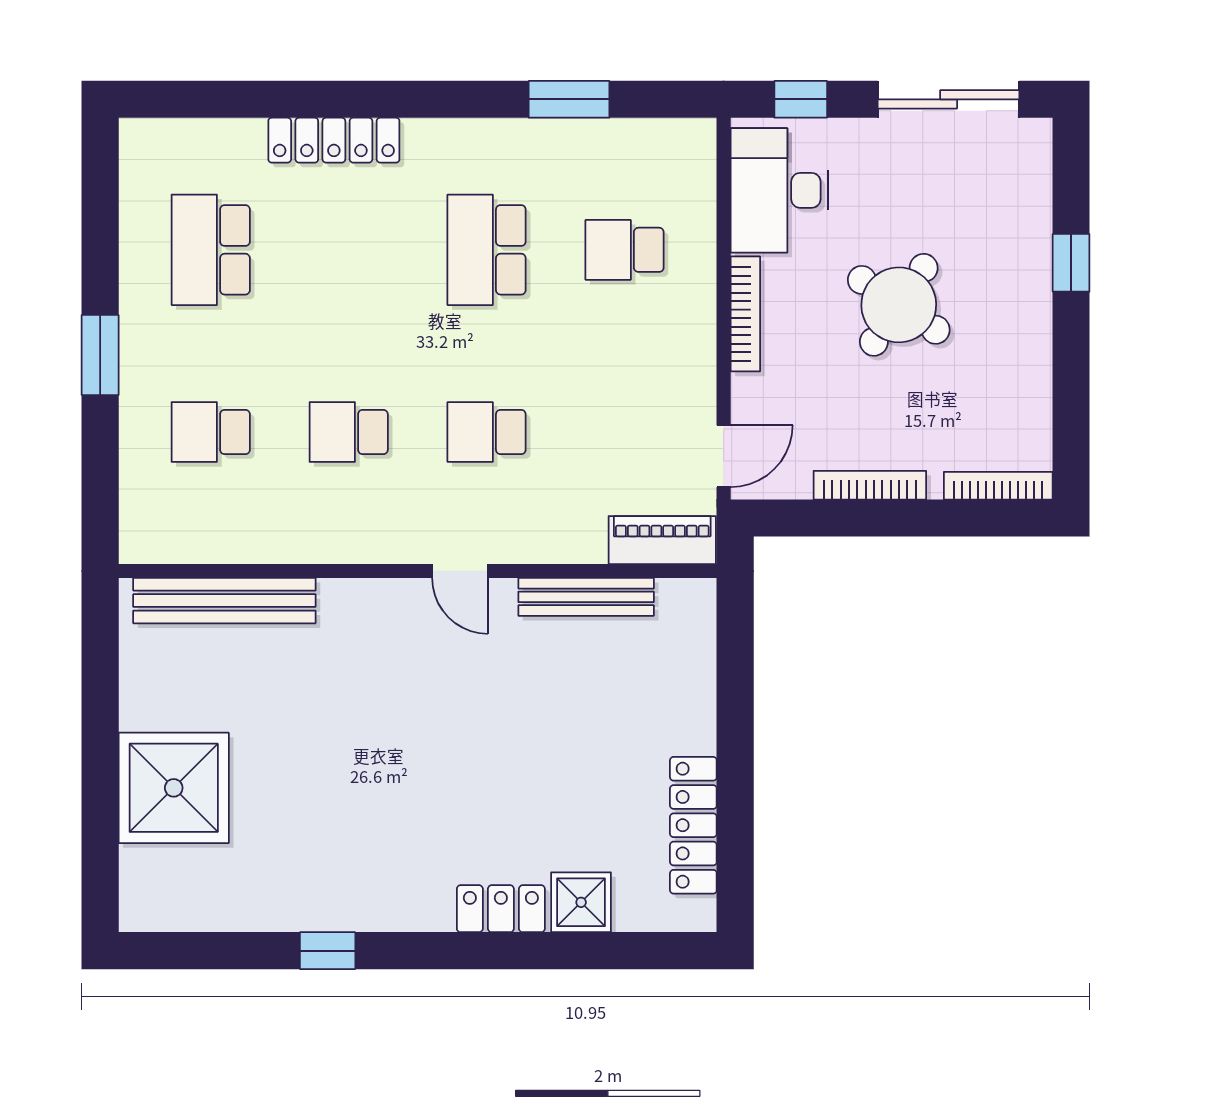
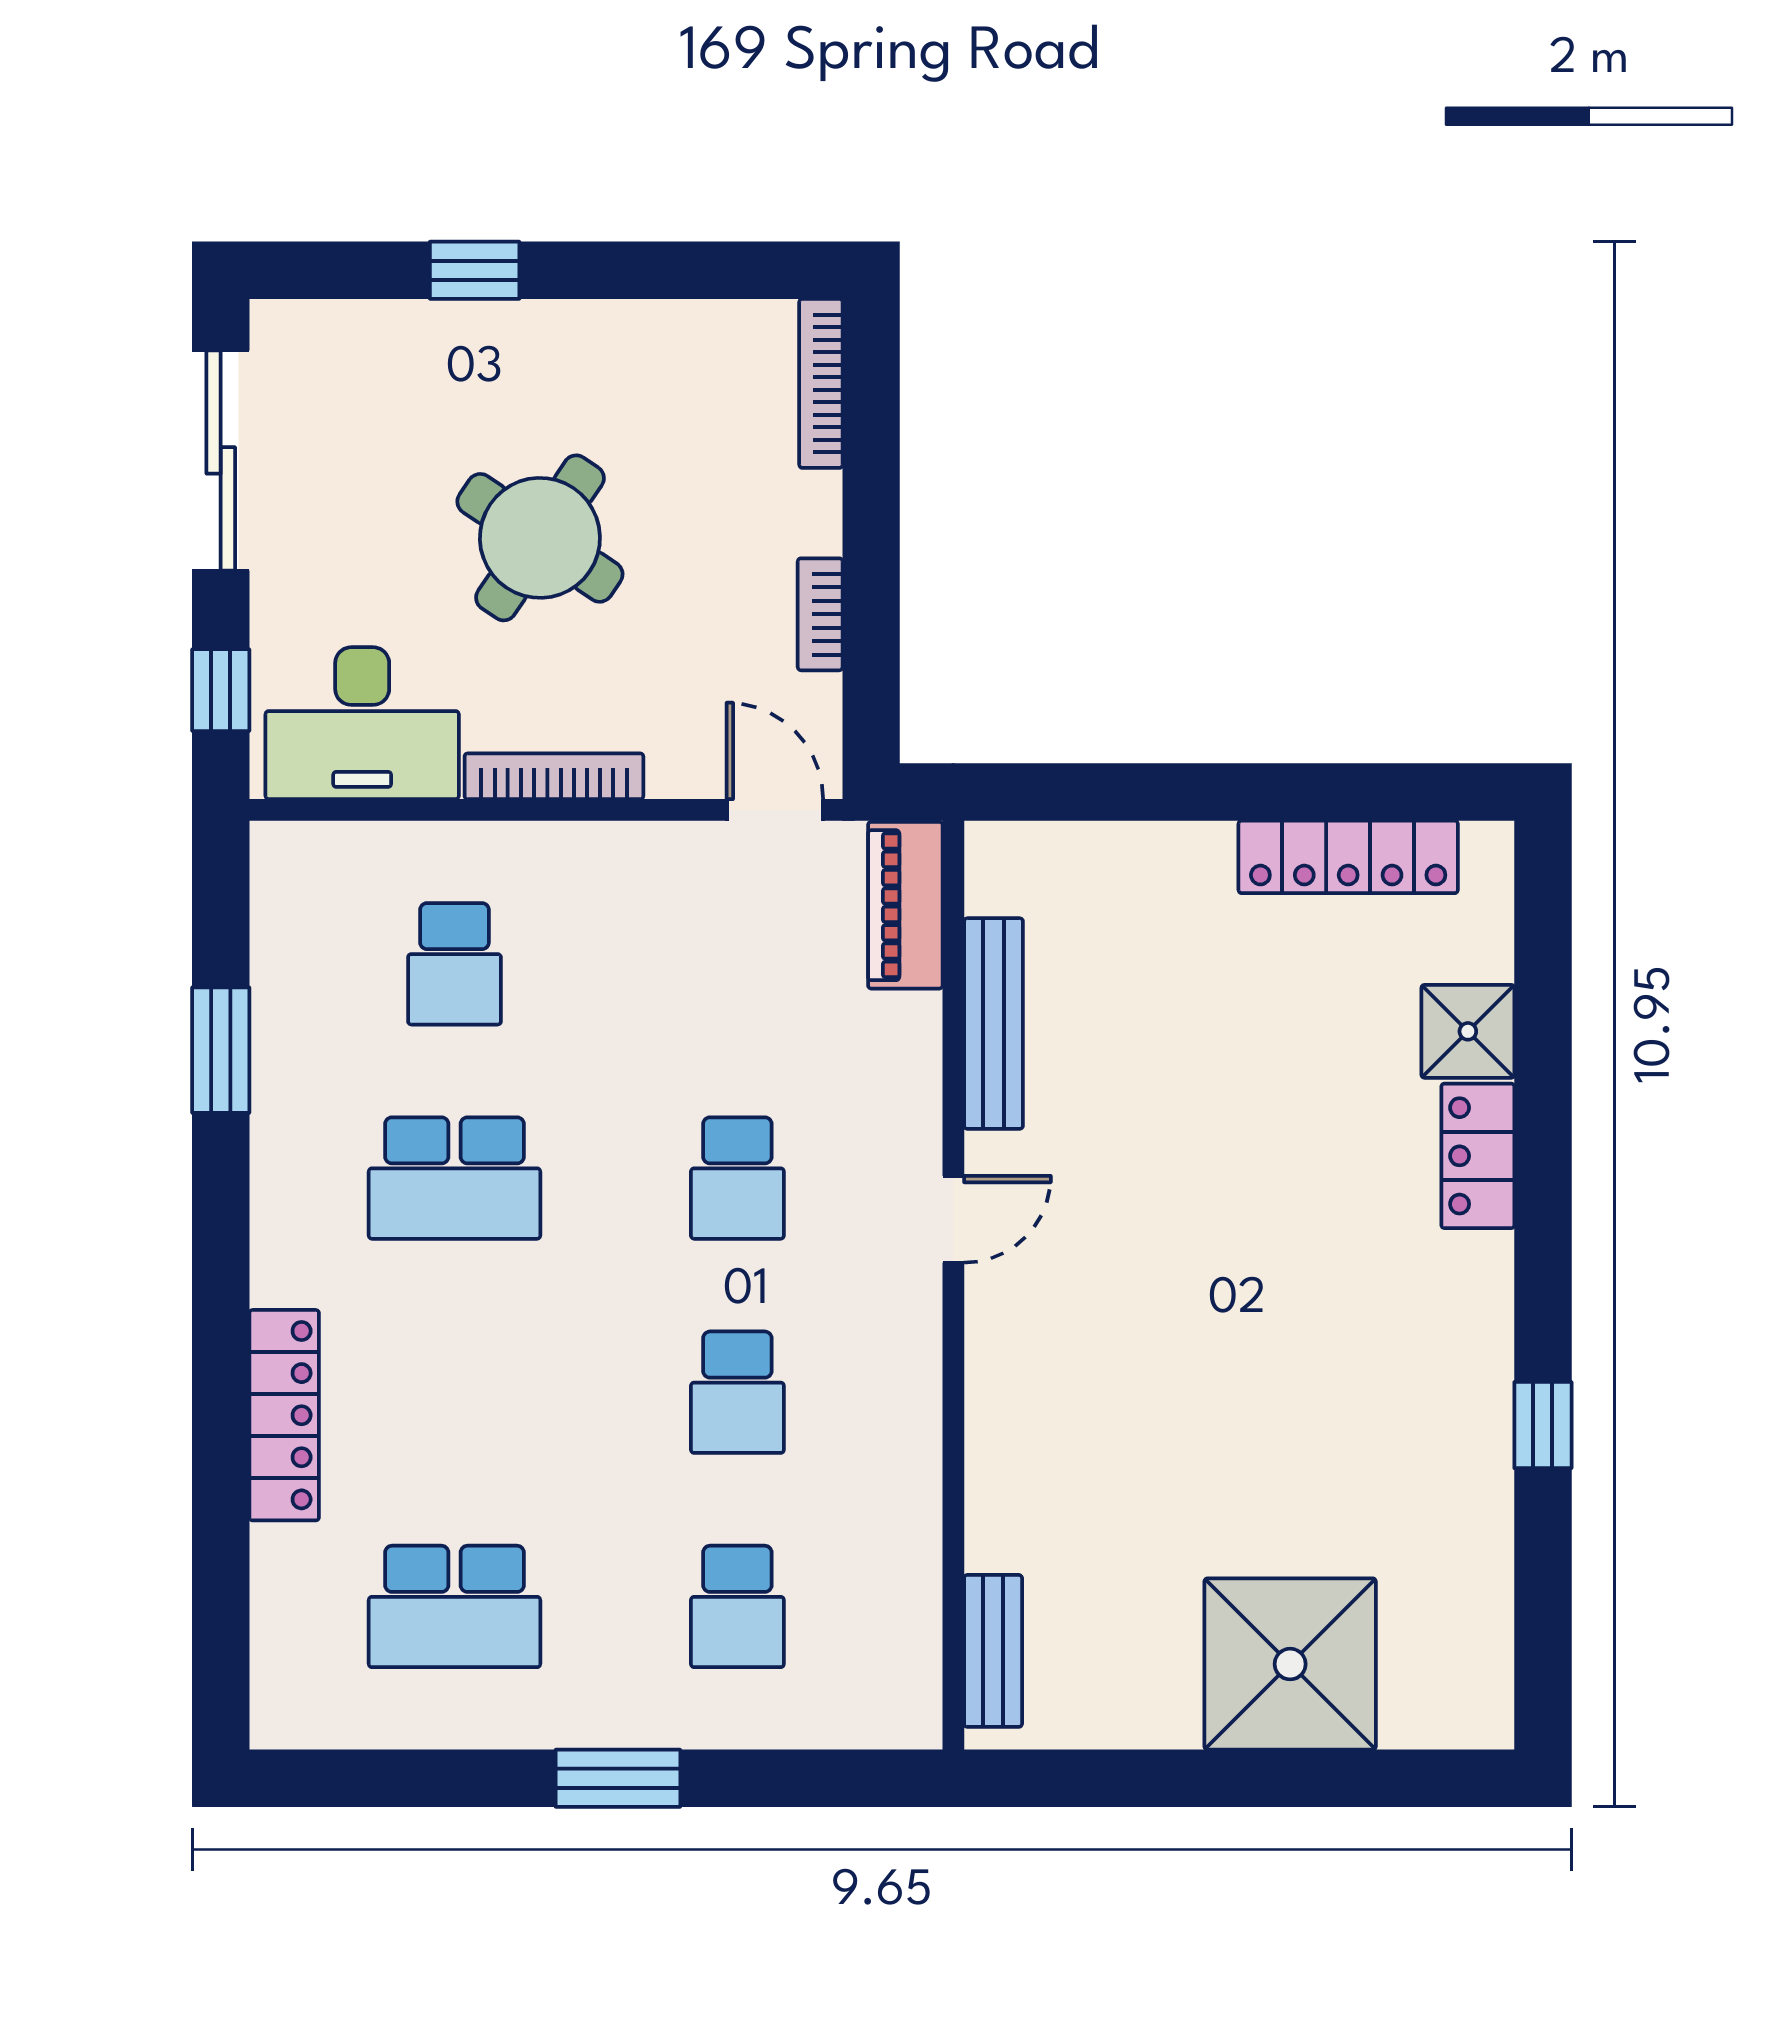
bookcase: (870, 485) -> (820, 614), width x0.64
bench: (224, 601) -> (993, 1651), width x0.54, depth x0.82

